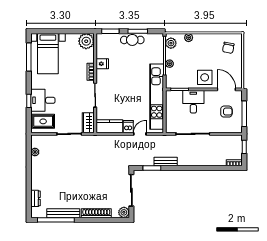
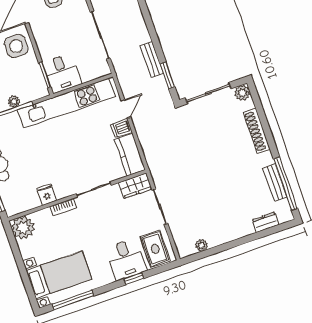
desk: (193, 102) -> (62, 73), moved, turned -90
door: (140, 134) -> (126, 109), swing flipped
bench: (63, 213) -> (275, 183), width x0.73

